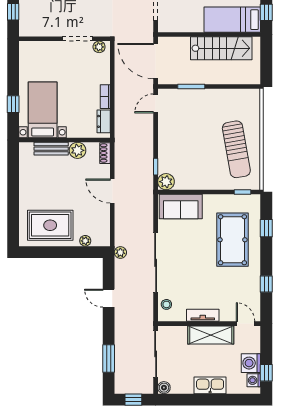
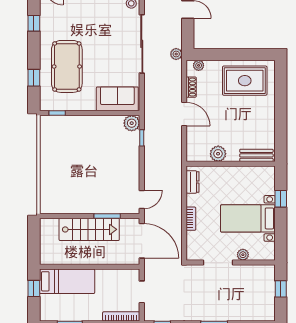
plant: (99, 47) -> (243, 255), moved
stairs: (221, 48) -> (89, 229), moved, turned 180
bookcase: (105, 97) -> (191, 219), moved
bed with nightstands: (43, 110) -> (248, 218), moved, turned 90
bench: (51, 149) -> (256, 155), moved
sun lounger: (236, 149) -> (63, 155), removed
shoe rack: (105, 153) -> (191, 87), moved
plant: (85, 241) -> (199, 65), moved

